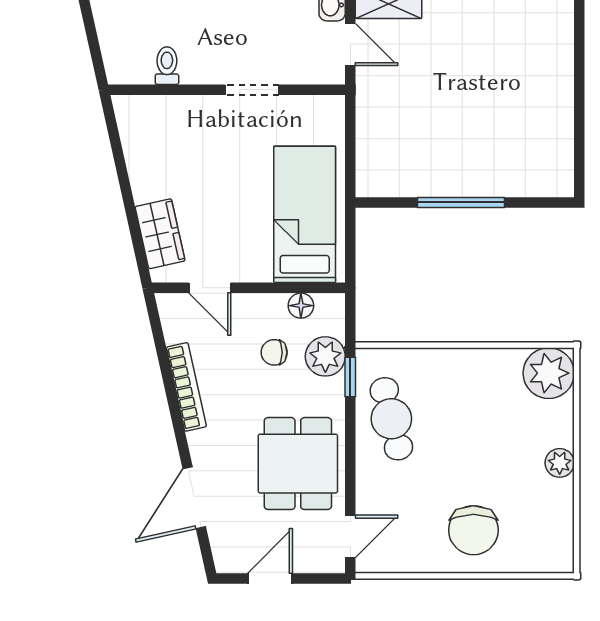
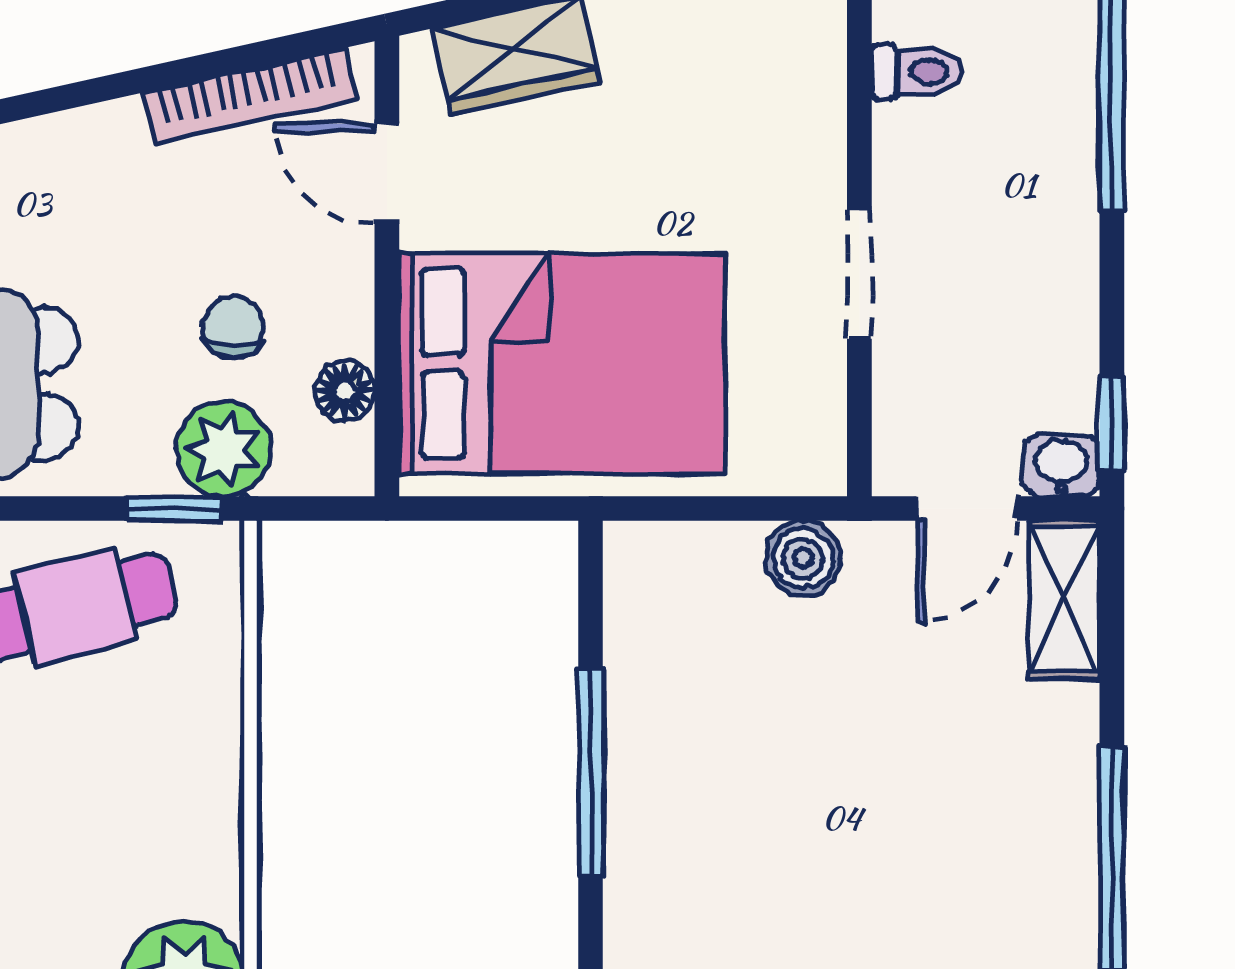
boiler: (371, 113) -> (803, 558), added
bed: (305, 214) -> (562, 363), width x1.50
door: (210, 288) -> (387, 174), hinge flipped
bookcase: (186, 387) -> (249, 96), moved

